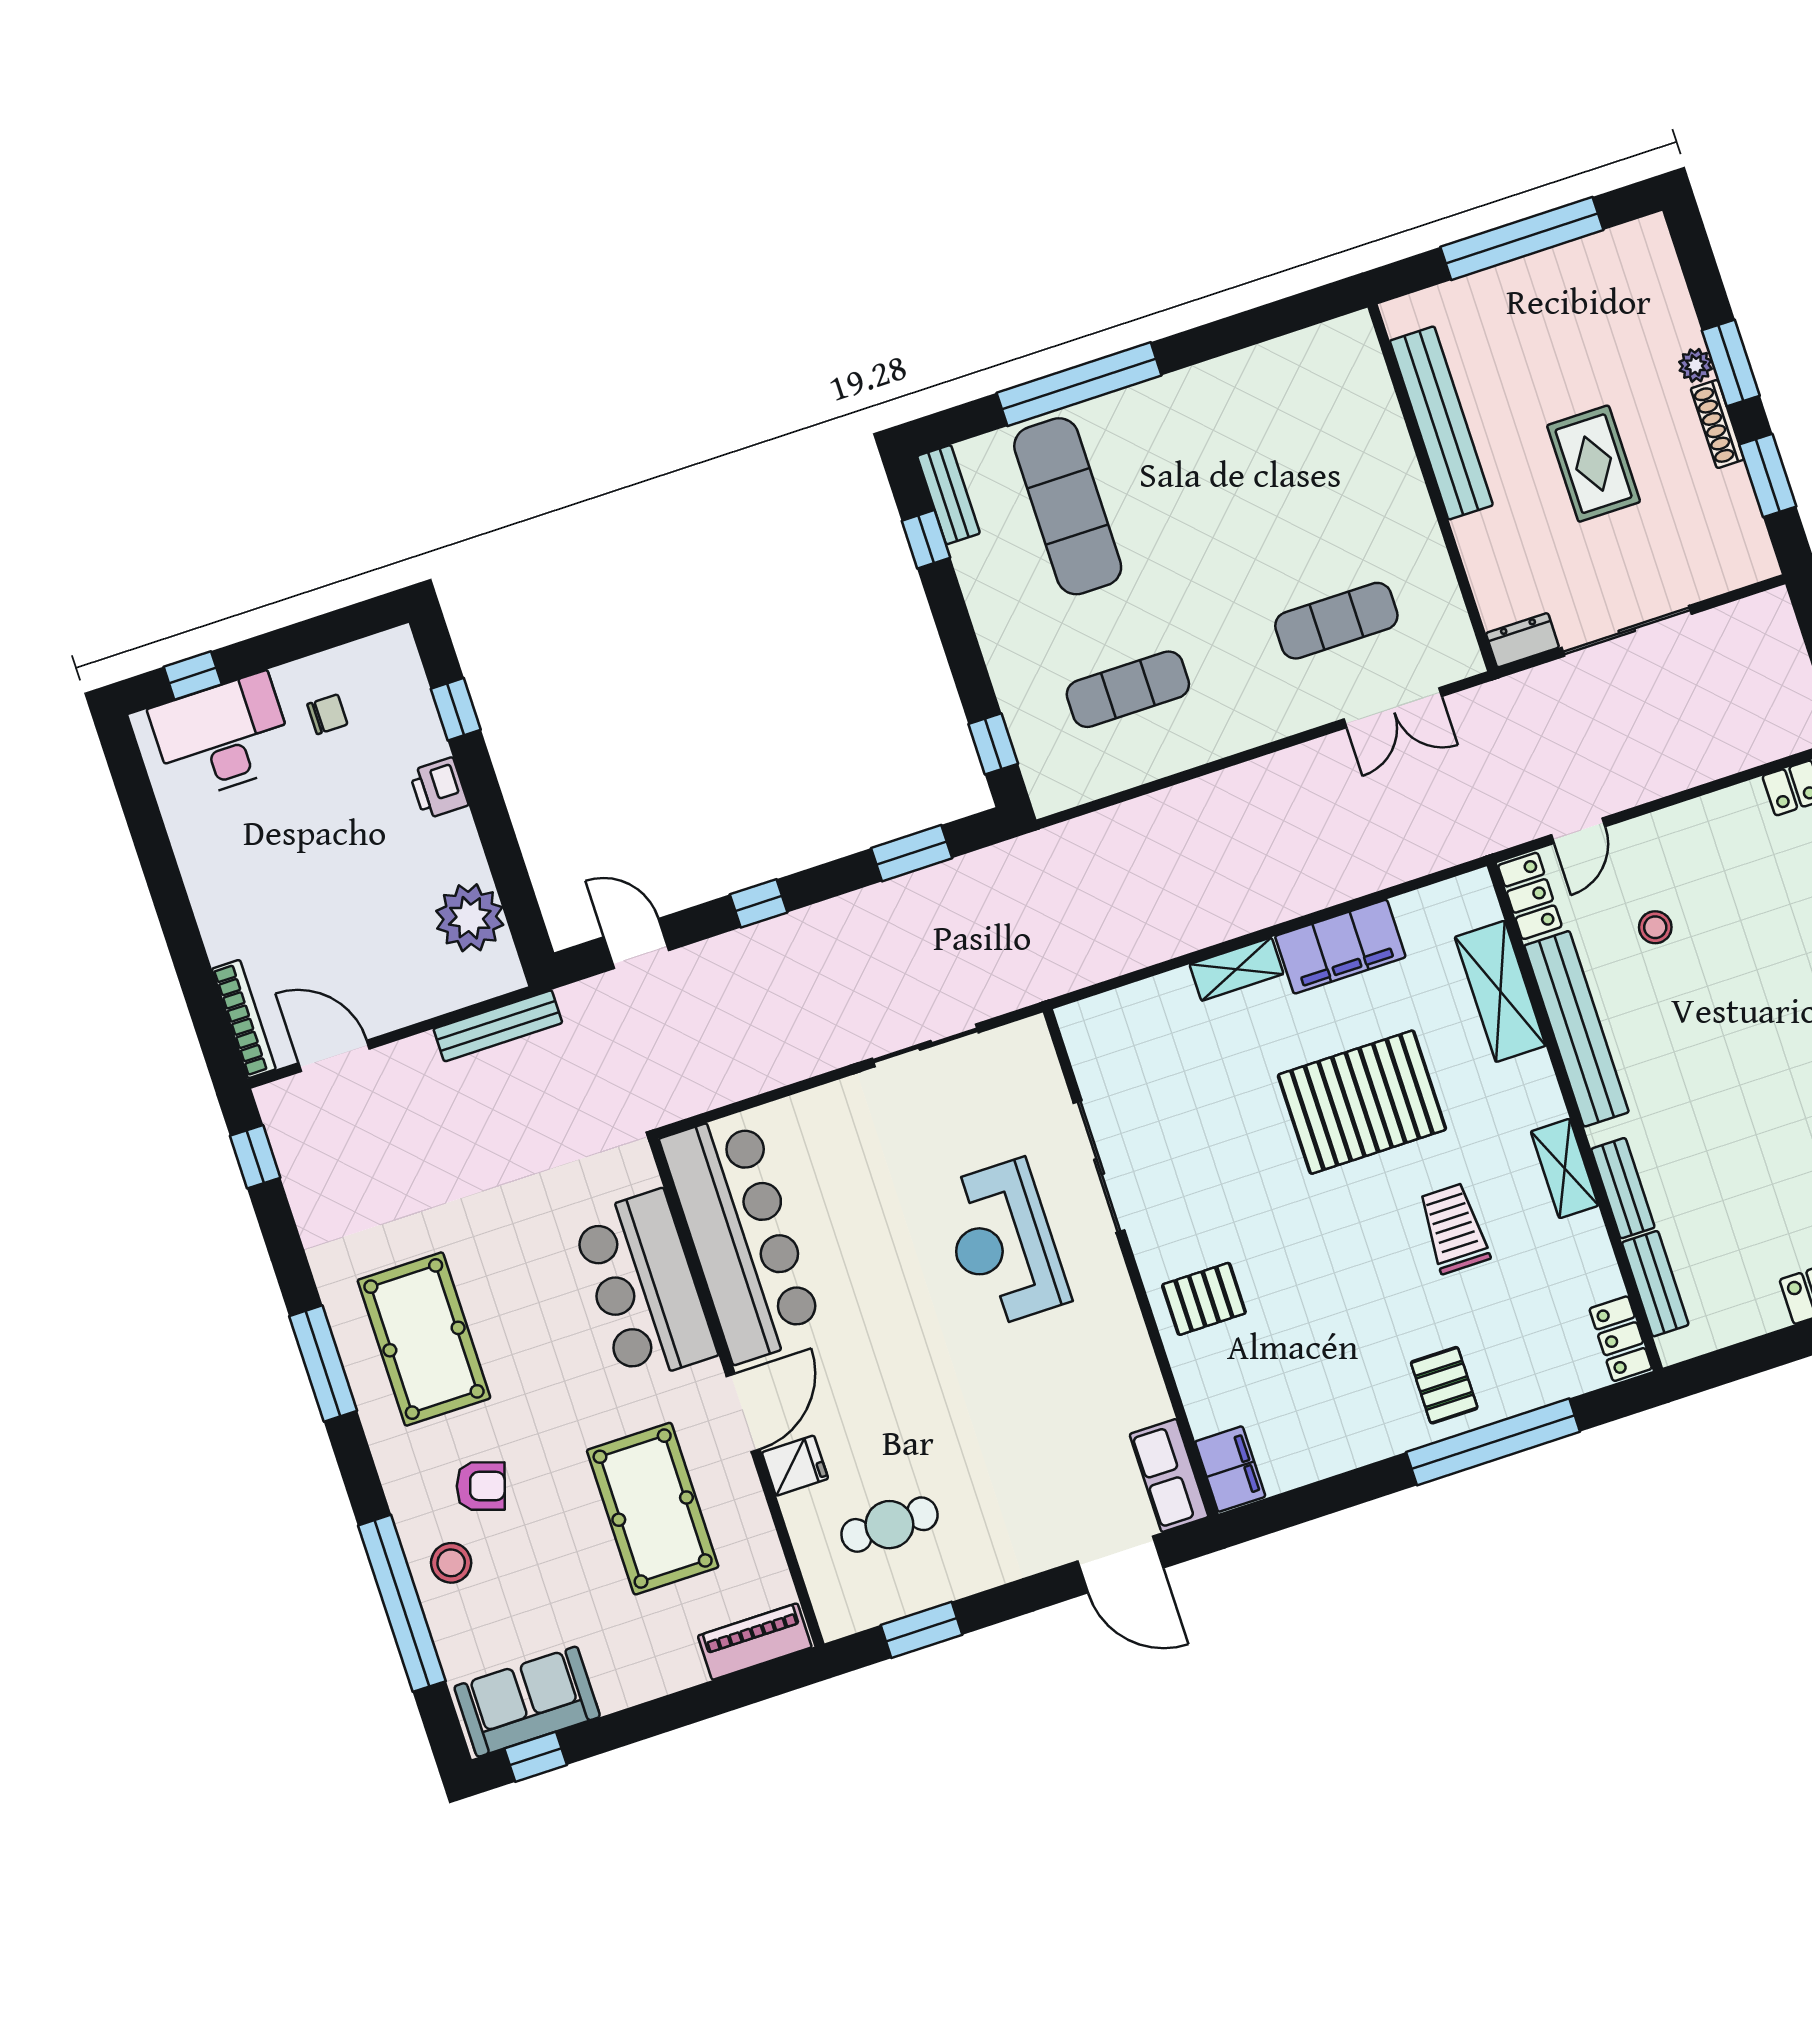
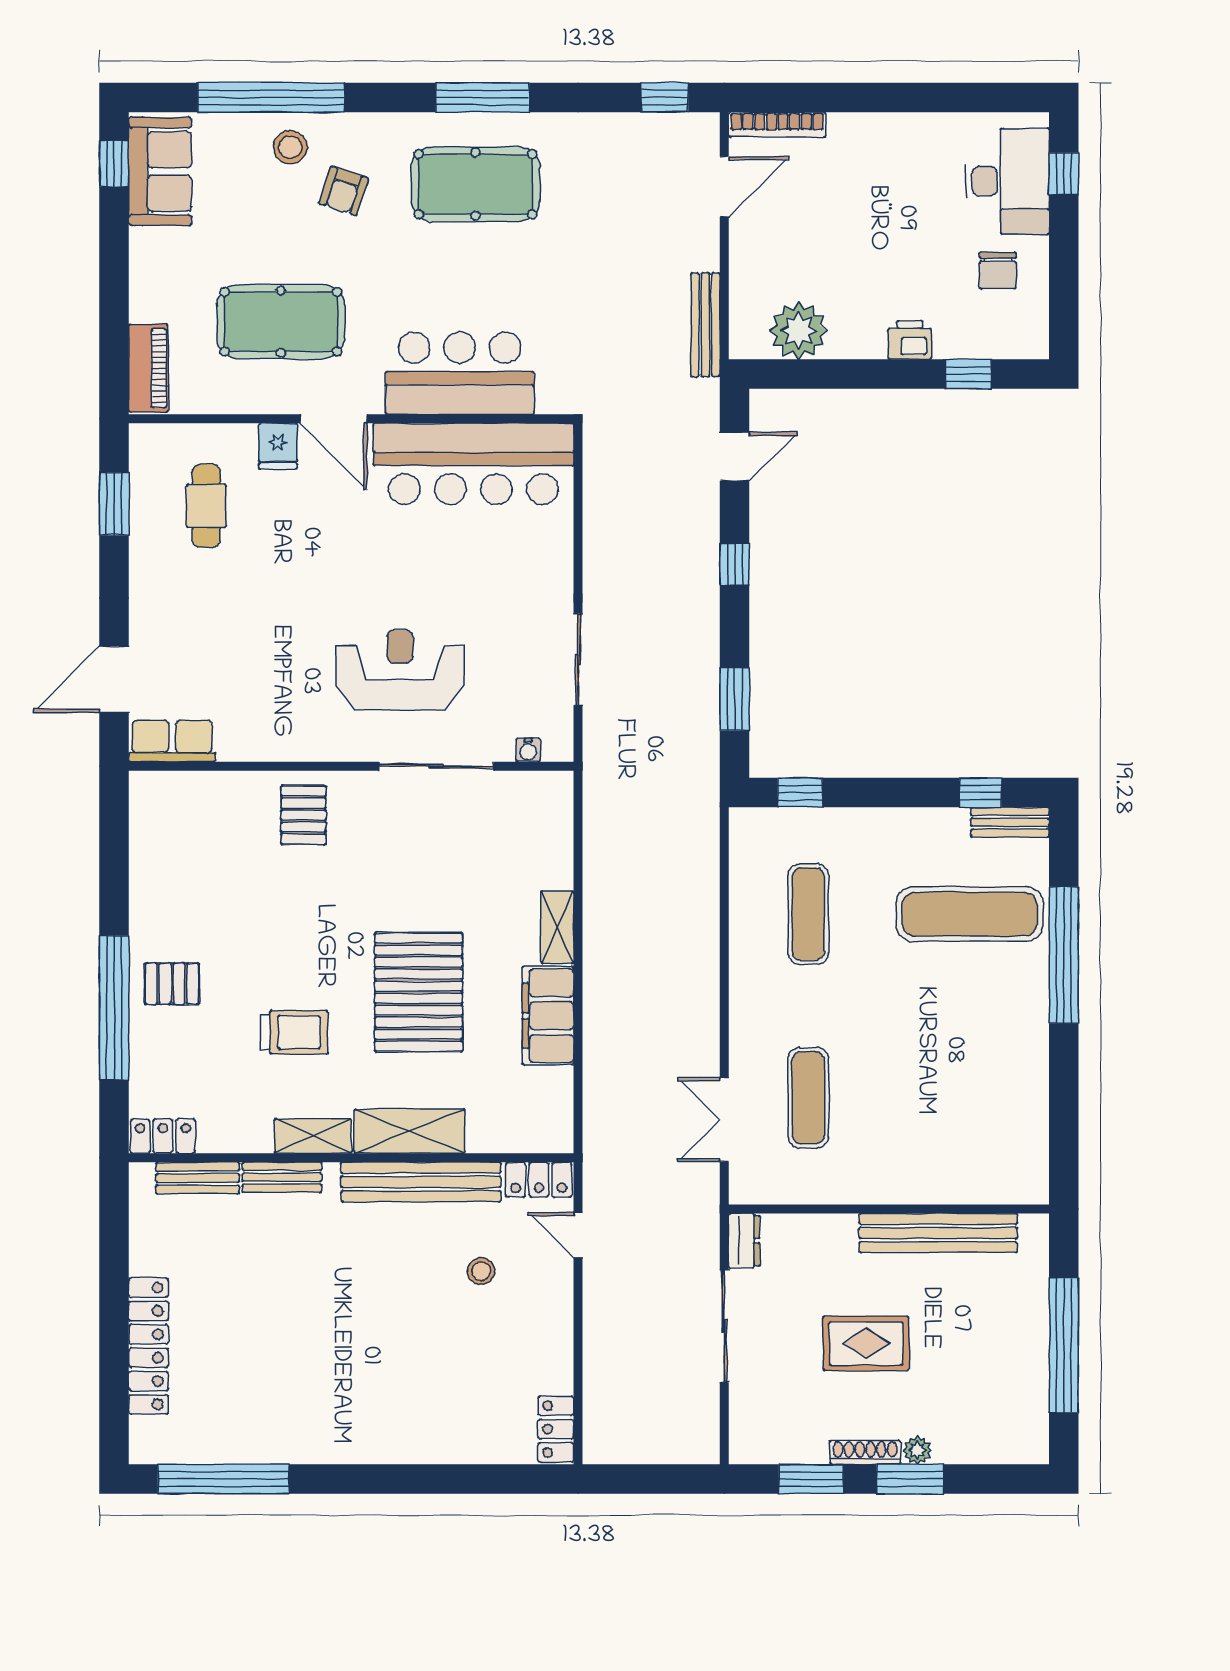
chair: (327, 714) -> (998, 271), width x1.37, depth x1.37
shelving: (1500, 991) -> (410, 1131), moved
water cooler: (1046, 1068) -> (528, 750), added
filing cabinet: (1230, 1469) -> (161, 792), removed

